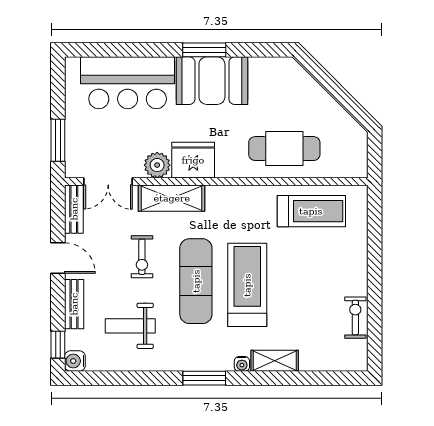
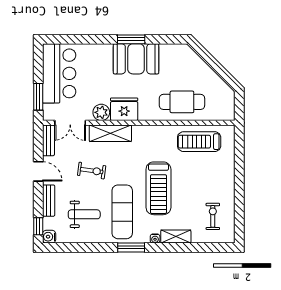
bar counter: (128, 83) -> (59, 73), moved, turned -90
treadmill: (311, 211) -> (199, 142), turned 180
exercise bike: (142, 257) -> (92, 171), turned -82
exercise mat: (196, 281) -> (122, 212), moved
treadmill: (247, 285) -> (158, 188), turned 180
exercise bike: (355, 318) -> (213, 216), moved
weight bench: (130, 326) -> (84, 214), turned 180

